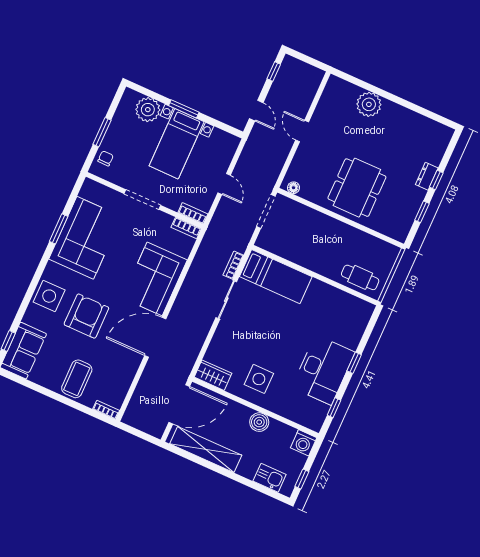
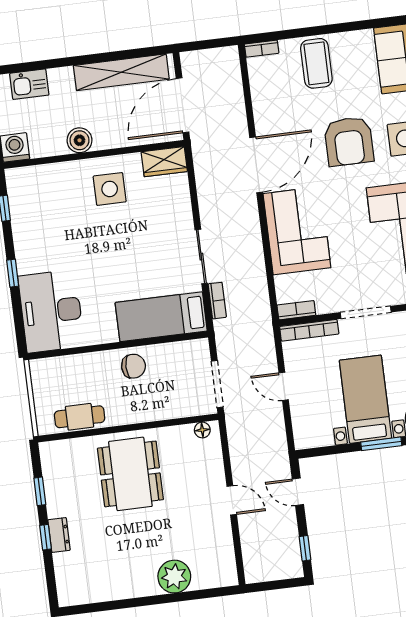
bookcase: (193, 213) -> (309, 330), width x1.56
chair: (313, 256) -> (133, 366), added
cafe table: (360, 277) -> (80, 417), moved
desk: (323, 370) -> (51, 311), moved

